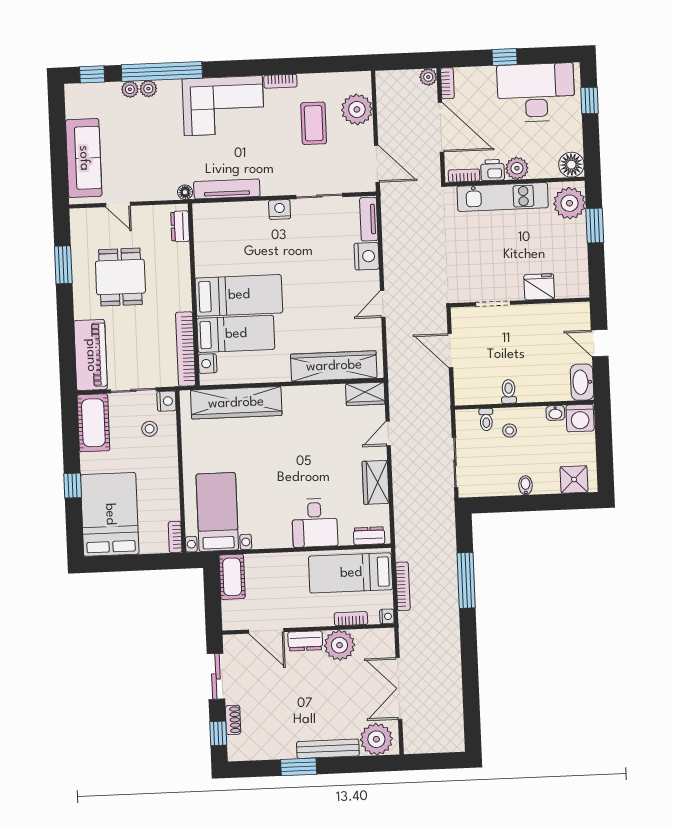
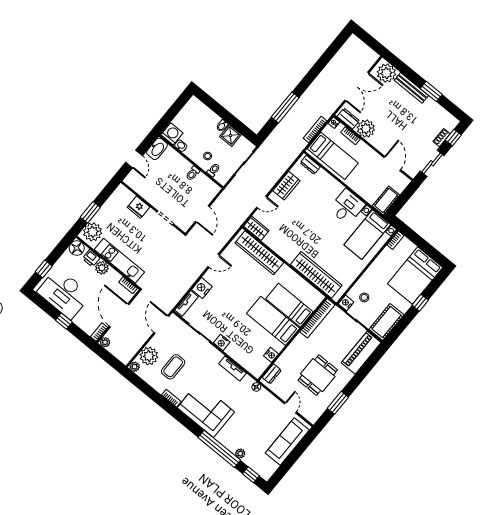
plant: (148, 89) -> (135, 367), moved
printer: (492, 170) -> (91, 258), moved
tv unit: (227, 189) -> (232, 368), width x0.71
nightstand: (208, 364) -> (271, 355), moved
shower: (574, 479) -> (230, 136), moved
desk: (315, 523) -> (347, 207), moved
dresser: (305, 641) -> (348, 119), moved

